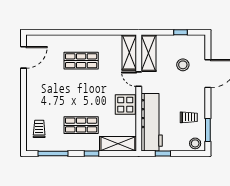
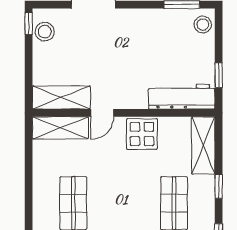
window: (181, 32) -> (29, 23), moved
stool: (183, 65) -> (45, 32), moved
trolley: (189, 117) -> (162, 35), removed
workbench: (152, 122) -> (182, 97), width x0.73, depth x0.76

